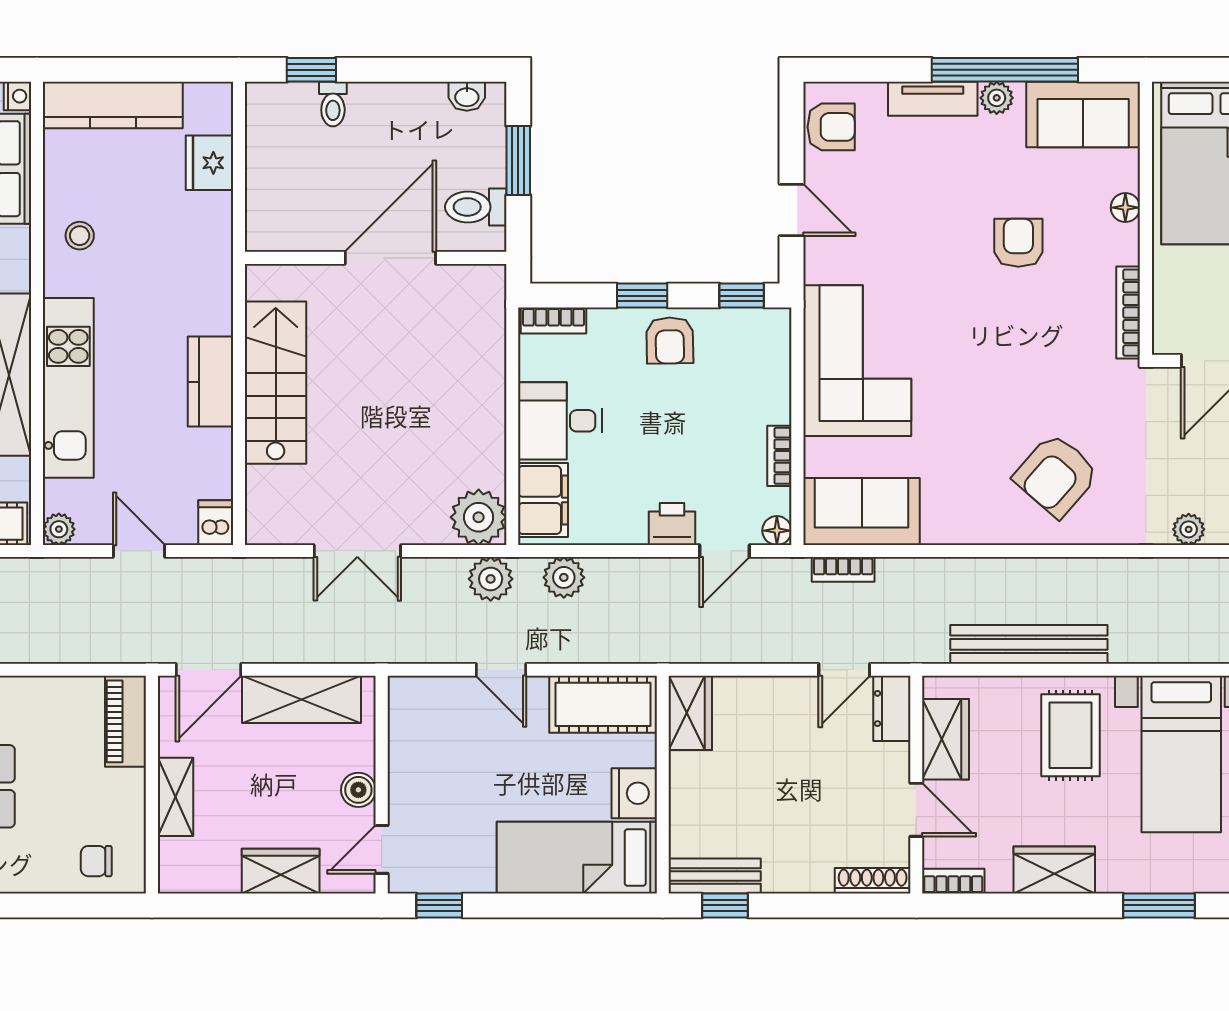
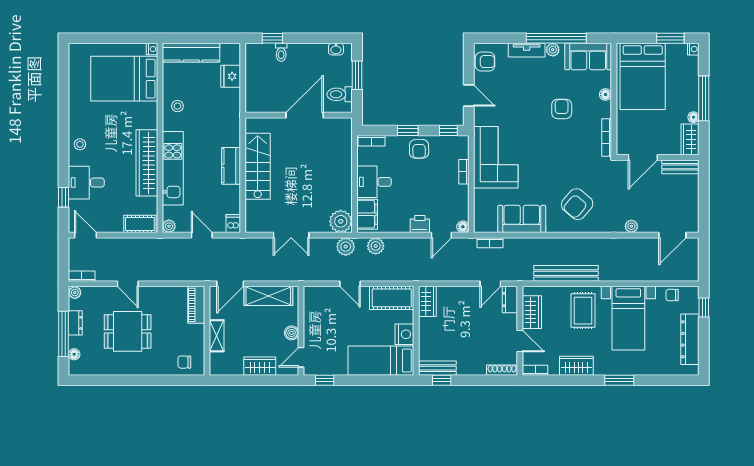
bookcase: (779, 456) -> (464, 172), moved
sofa: (862, 511) -> (522, 219), moved

